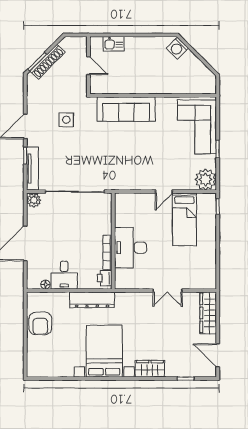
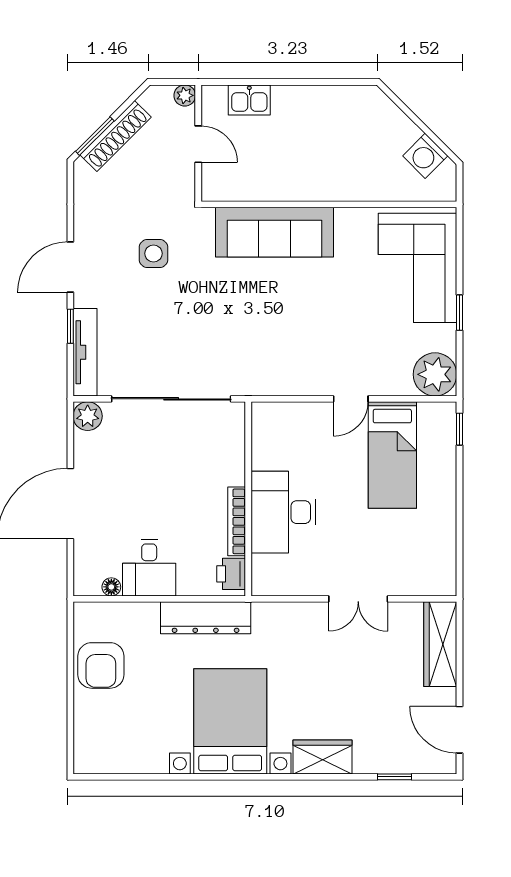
plant: (82, 42) -> (185, 95), added
washing machine: (177, 48) -> (425, 156), moved

